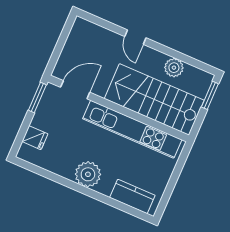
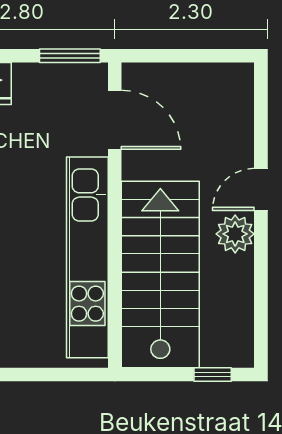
plant: (174, 68) -> (235, 234), moved
window: (210, 95) -> (213, 374), width x0.67

